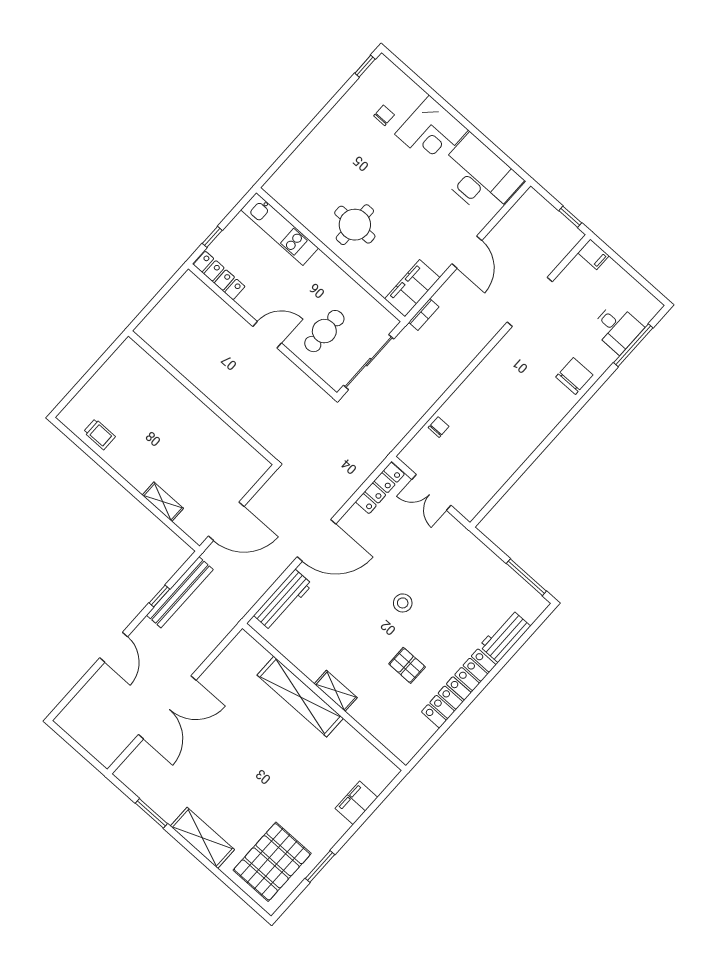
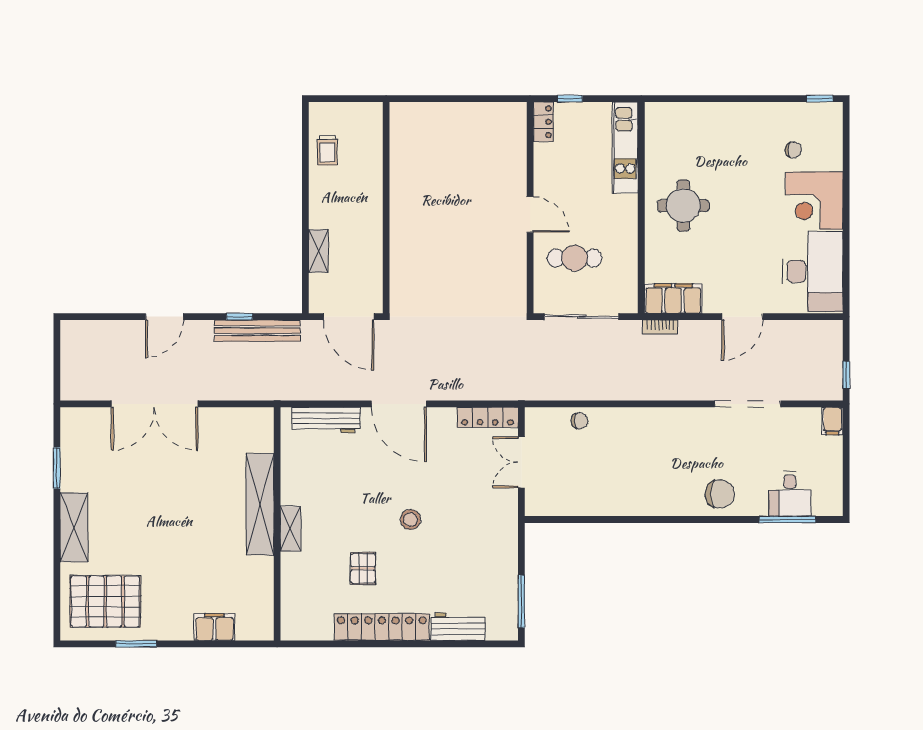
locker: (219, 275) -> (543, 122), width x0.66
wall: (203, 398) -> (386, 208), moved

